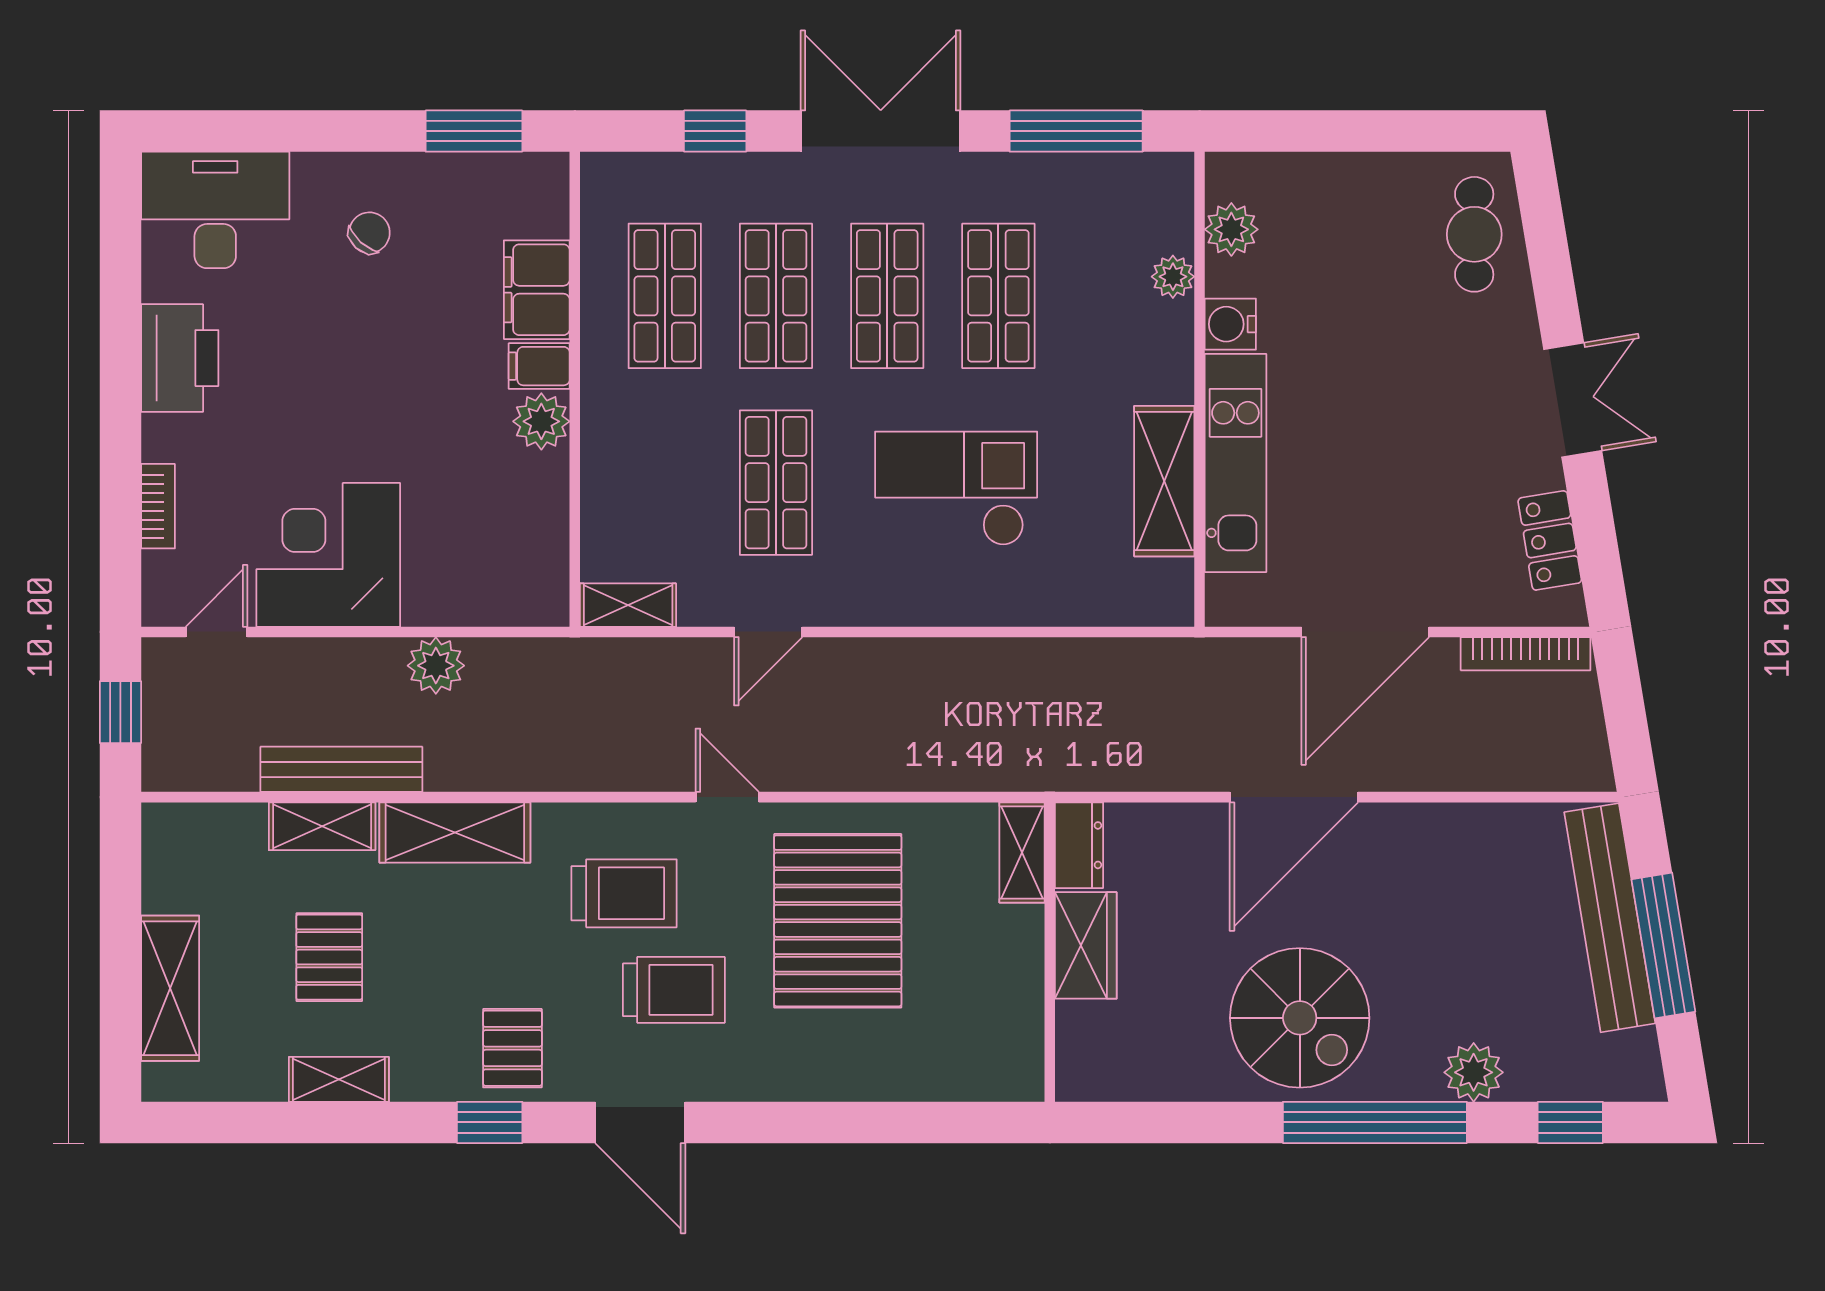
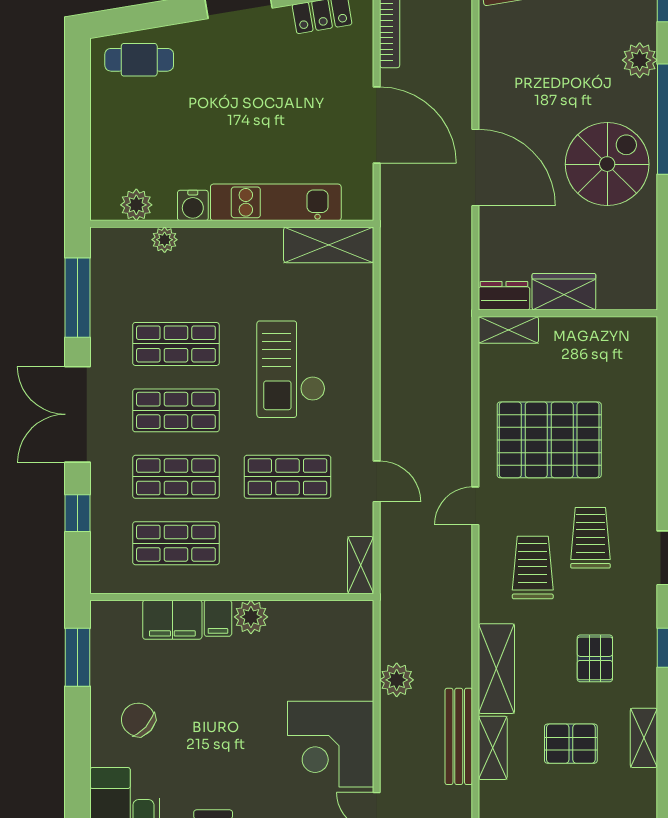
chair: (369, 233) -> (138, 720), width x1.37, depth x1.37
shelving: (1164, 481) -> (329, 245), moved
pallet: (512, 1048) -> (595, 658), moved, turned 90

